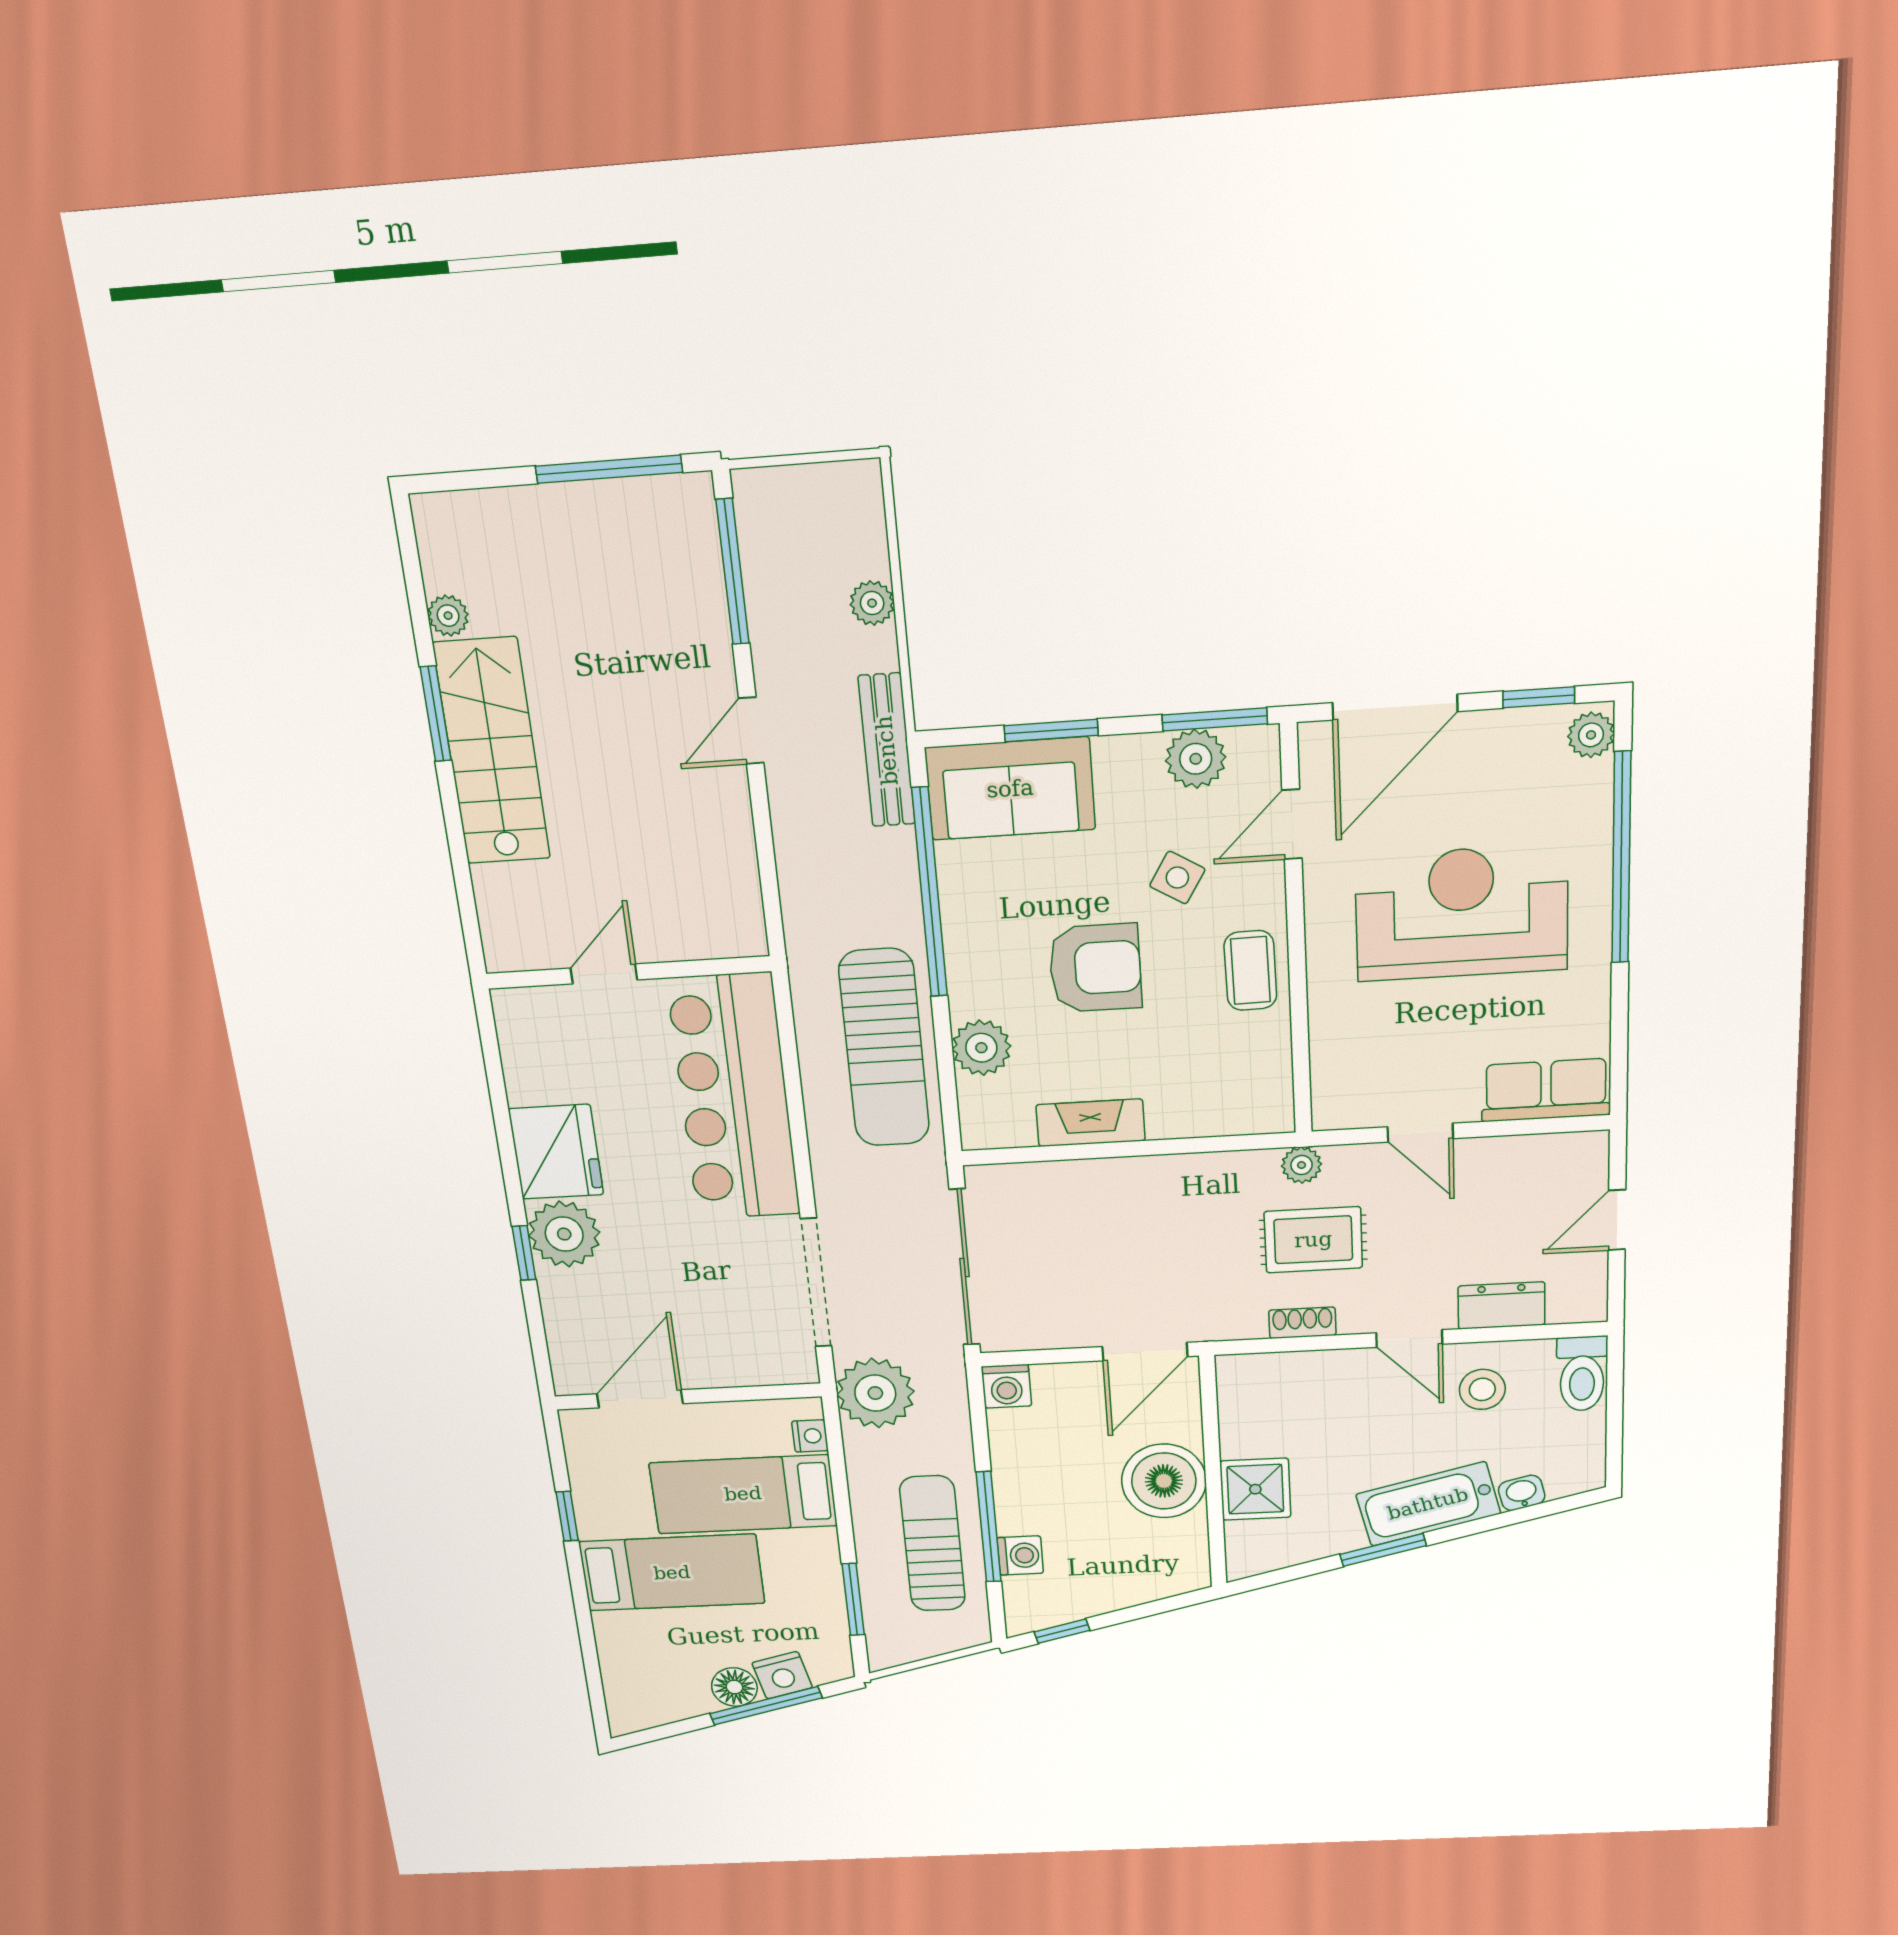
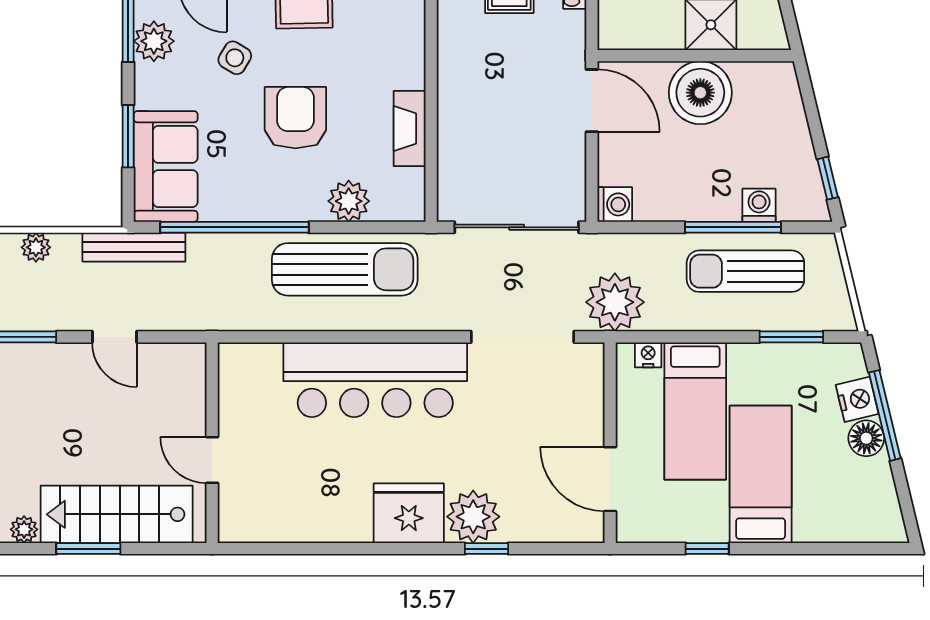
wall: (628, 972) -> (212, 443), moved
door: (604, 974) -> (212, 460), moved

